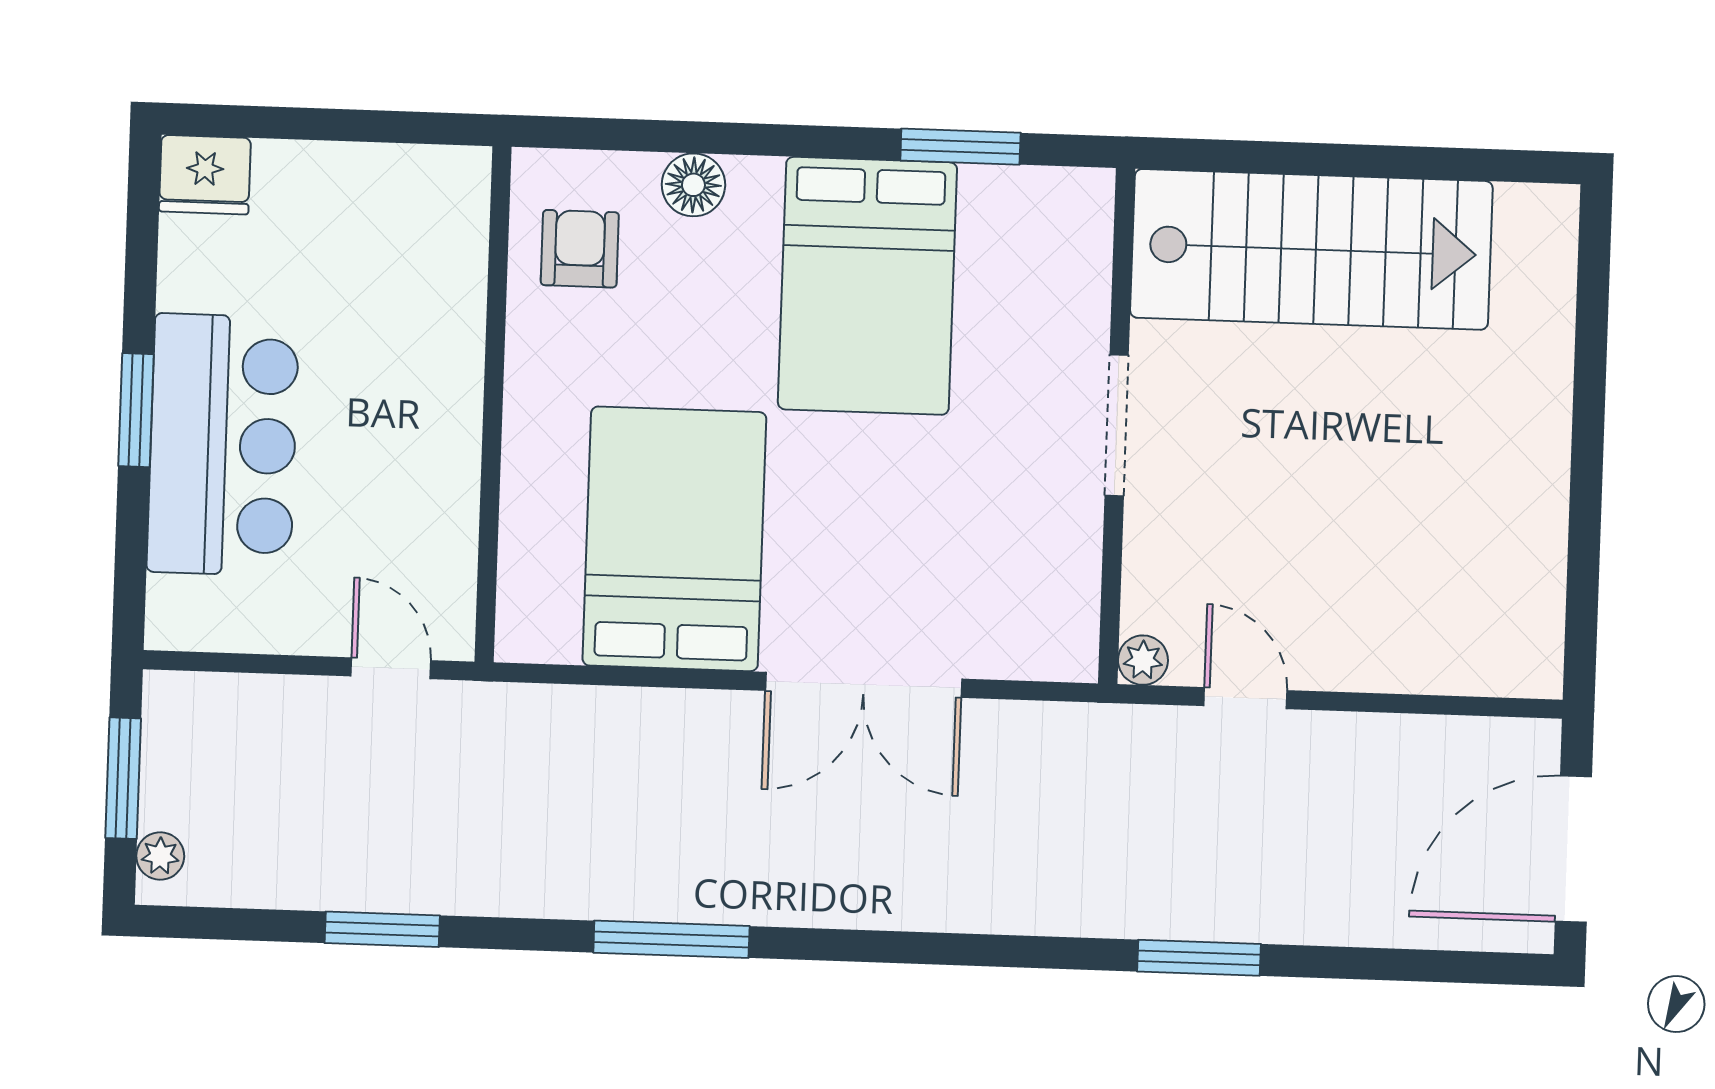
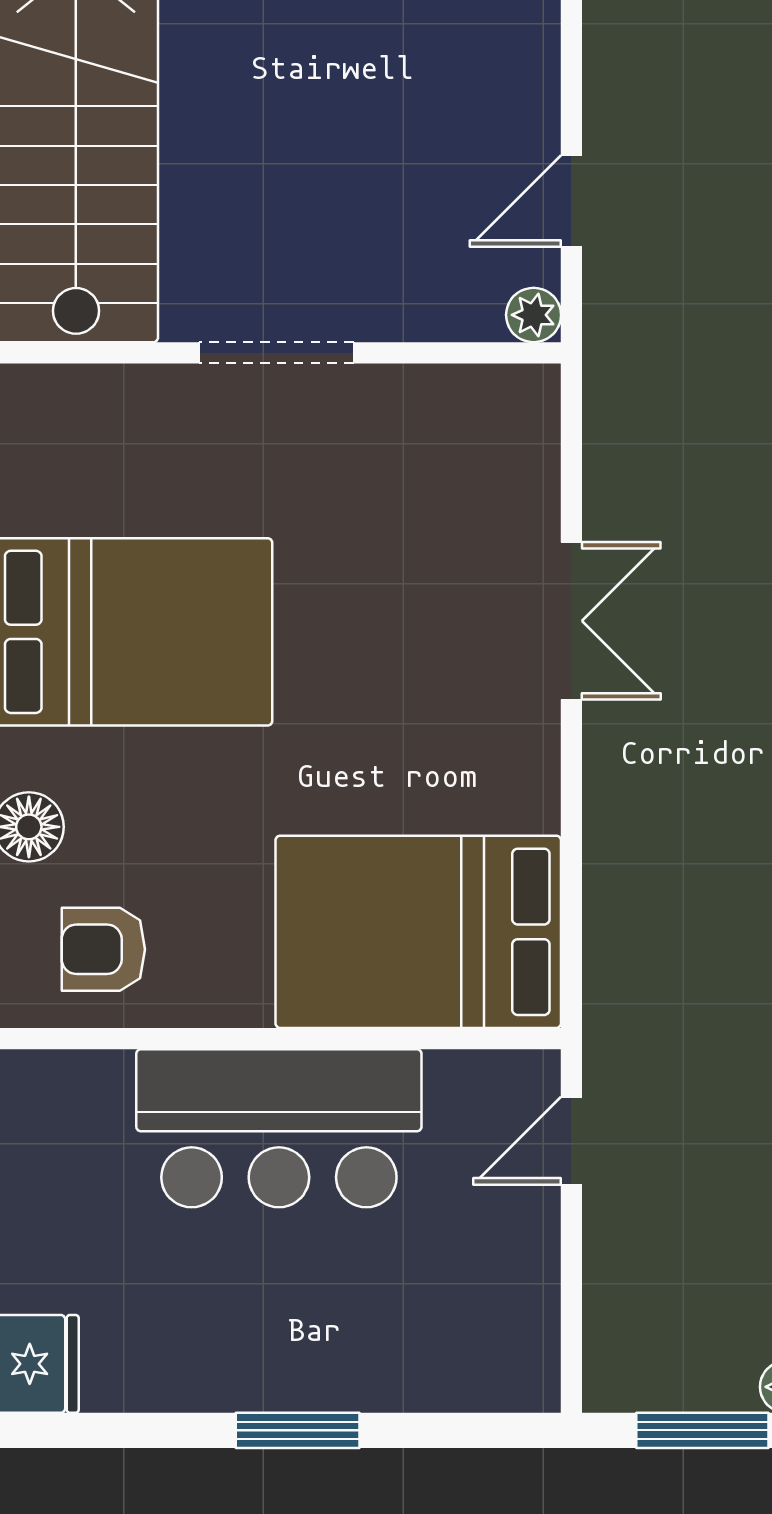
bar counter: (223, 445) -> (279, 1128), moved, turned 180
bed: (674, 539) -> (418, 932), moved
double door: (864, 685) -> (571, 621), width x0.73

